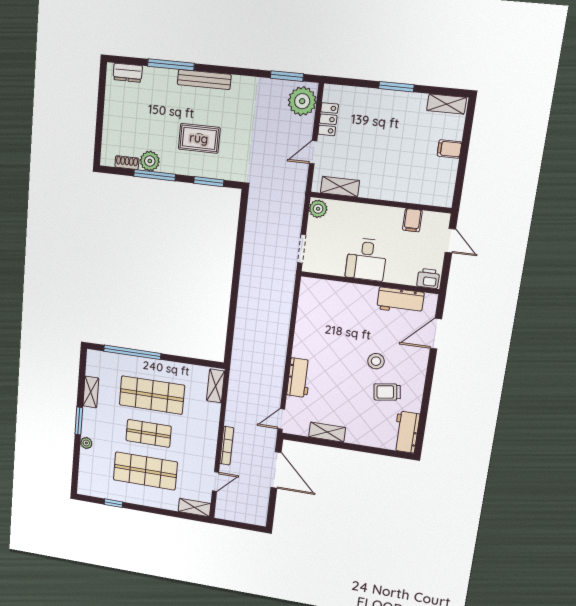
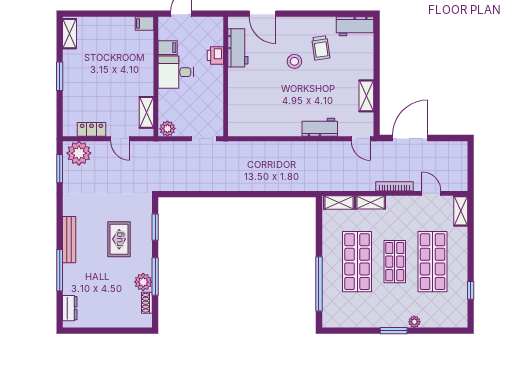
filing cabinet: (449, 149) -> (144, 24), moved, turned 90
desk: (366, 259) -> (176, 72), moved, turned 180
printer: (428, 278) -> (215, 55), moved
shelving: (91, 392) -> (371, 202), moved

